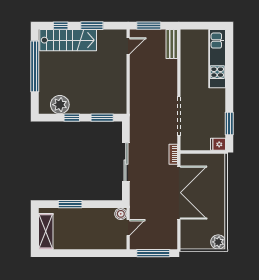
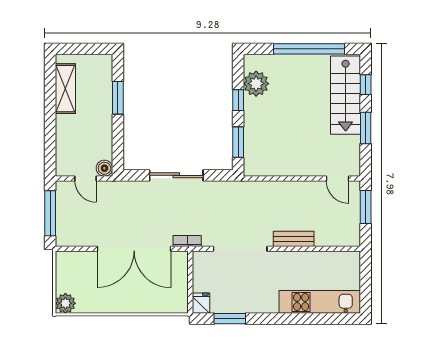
bench: (172, 44) -> (294, 239), moved
shelving: (46, 231) -> (65, 89), moved, turned 90

